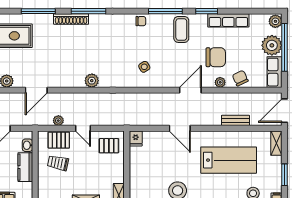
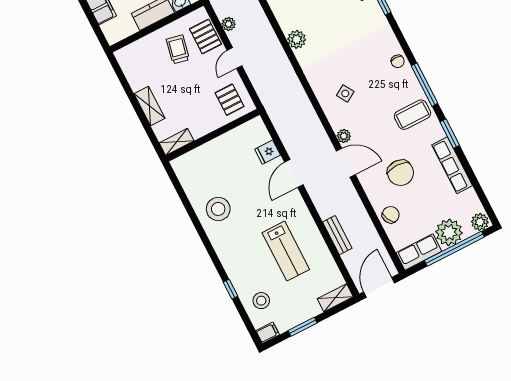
plant: (220, 82) -> (344, 136), moved
door: (285, 111) -> (379, 287), hinge flipped
fridge: (136, 138) -> (268, 152), moved
lab bench: (229, 160) -> (286, 251), width x0.73, depth x0.72

